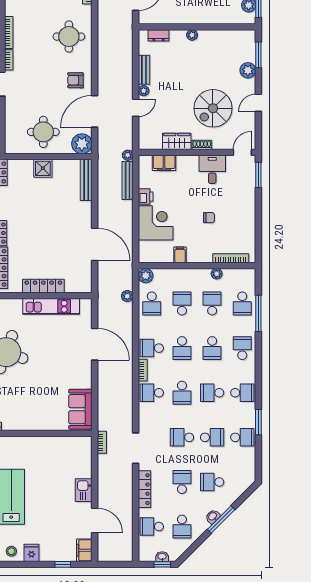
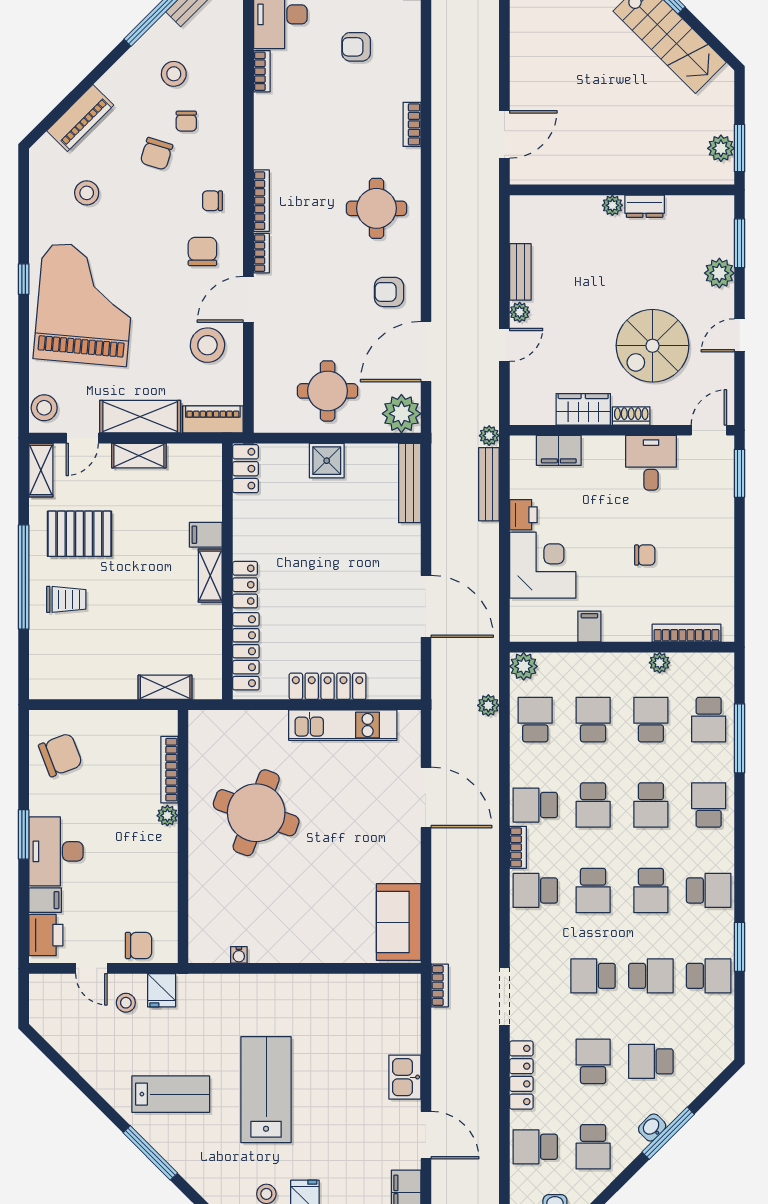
dresser: (159, 35) -> (645, 206), moved
school desk: (152, 303) -> (535, 720), turned 180
school desk: (212, 393) -> (651, 890), turned -90

